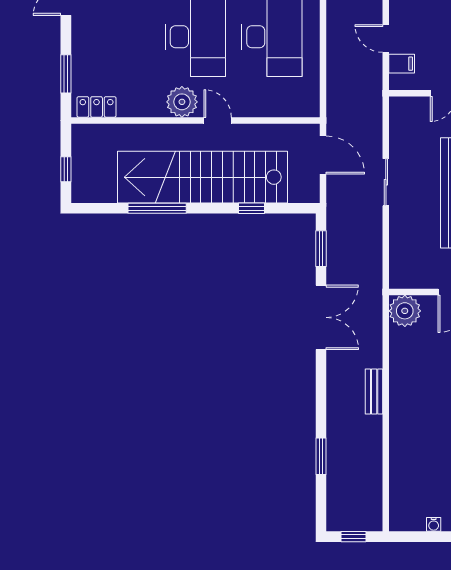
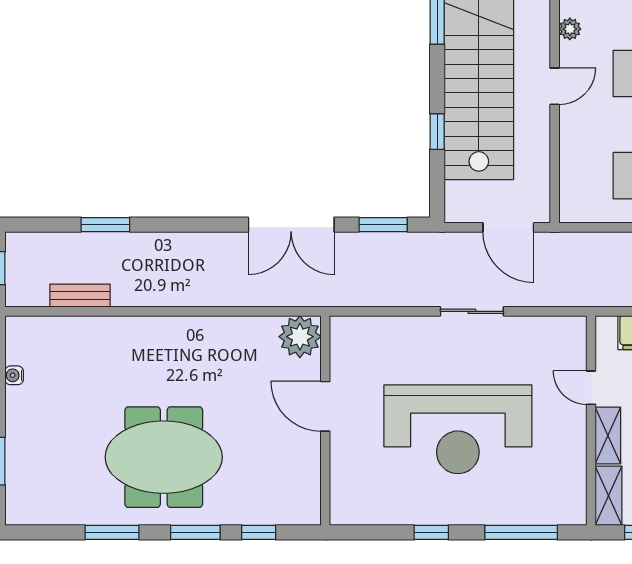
plant: (182, 102) -> (570, 29), width x0.53, depth x0.53
door: (323, 155) -> (508, 227), hinge flipped
bench: (374, 392) -> (80, 296), moved

